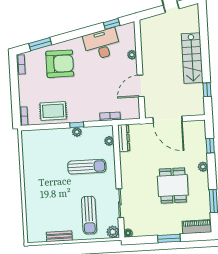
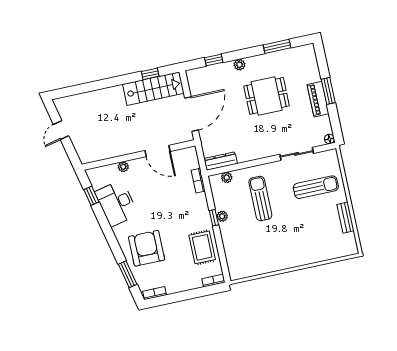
stairs: (192, 58) -> (153, 89), moved
piano: (197, 227) -> (318, 99), moved
plant: (113, 232) -> (331, 157), removed

